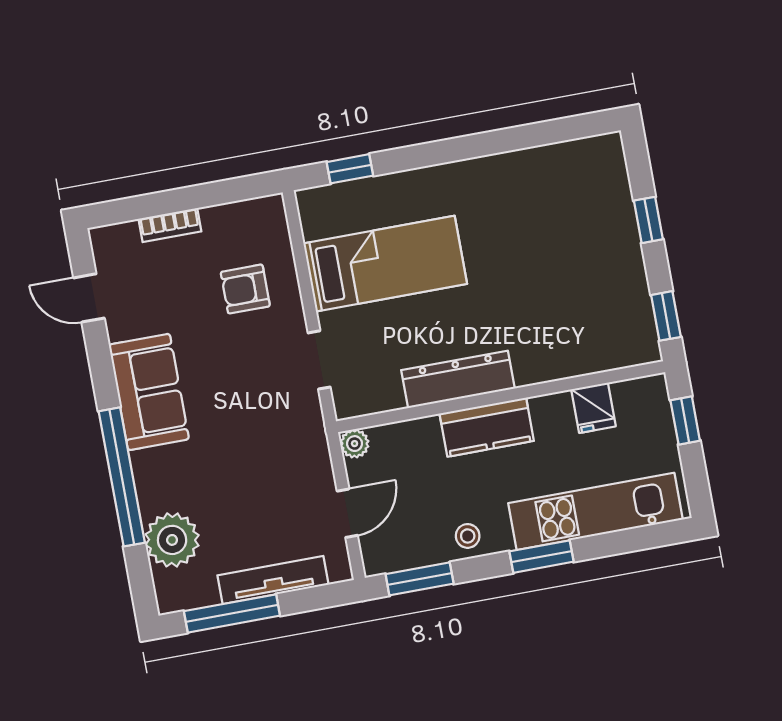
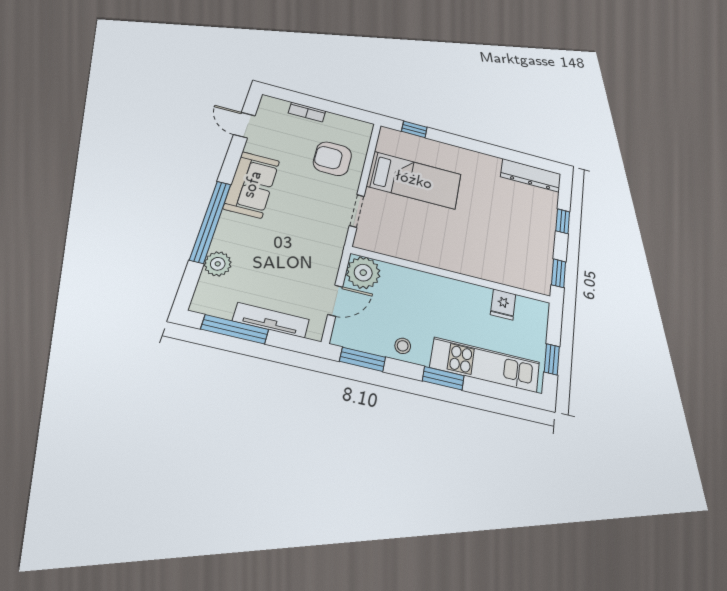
armchair: (245, 289) -> (332, 159), width x1.38, depth x1.38
dresser: (458, 379) -> (531, 175), moved, turned 180
window: (685, 420) -> (552, 359), moved
kitchen counter: (487, 427) -> (438, 288), removed
plant: (355, 444) -> (363, 273), width x1.87, depth x1.87
plant: (172, 540) -> (218, 264), width x0.73, depth x0.73

